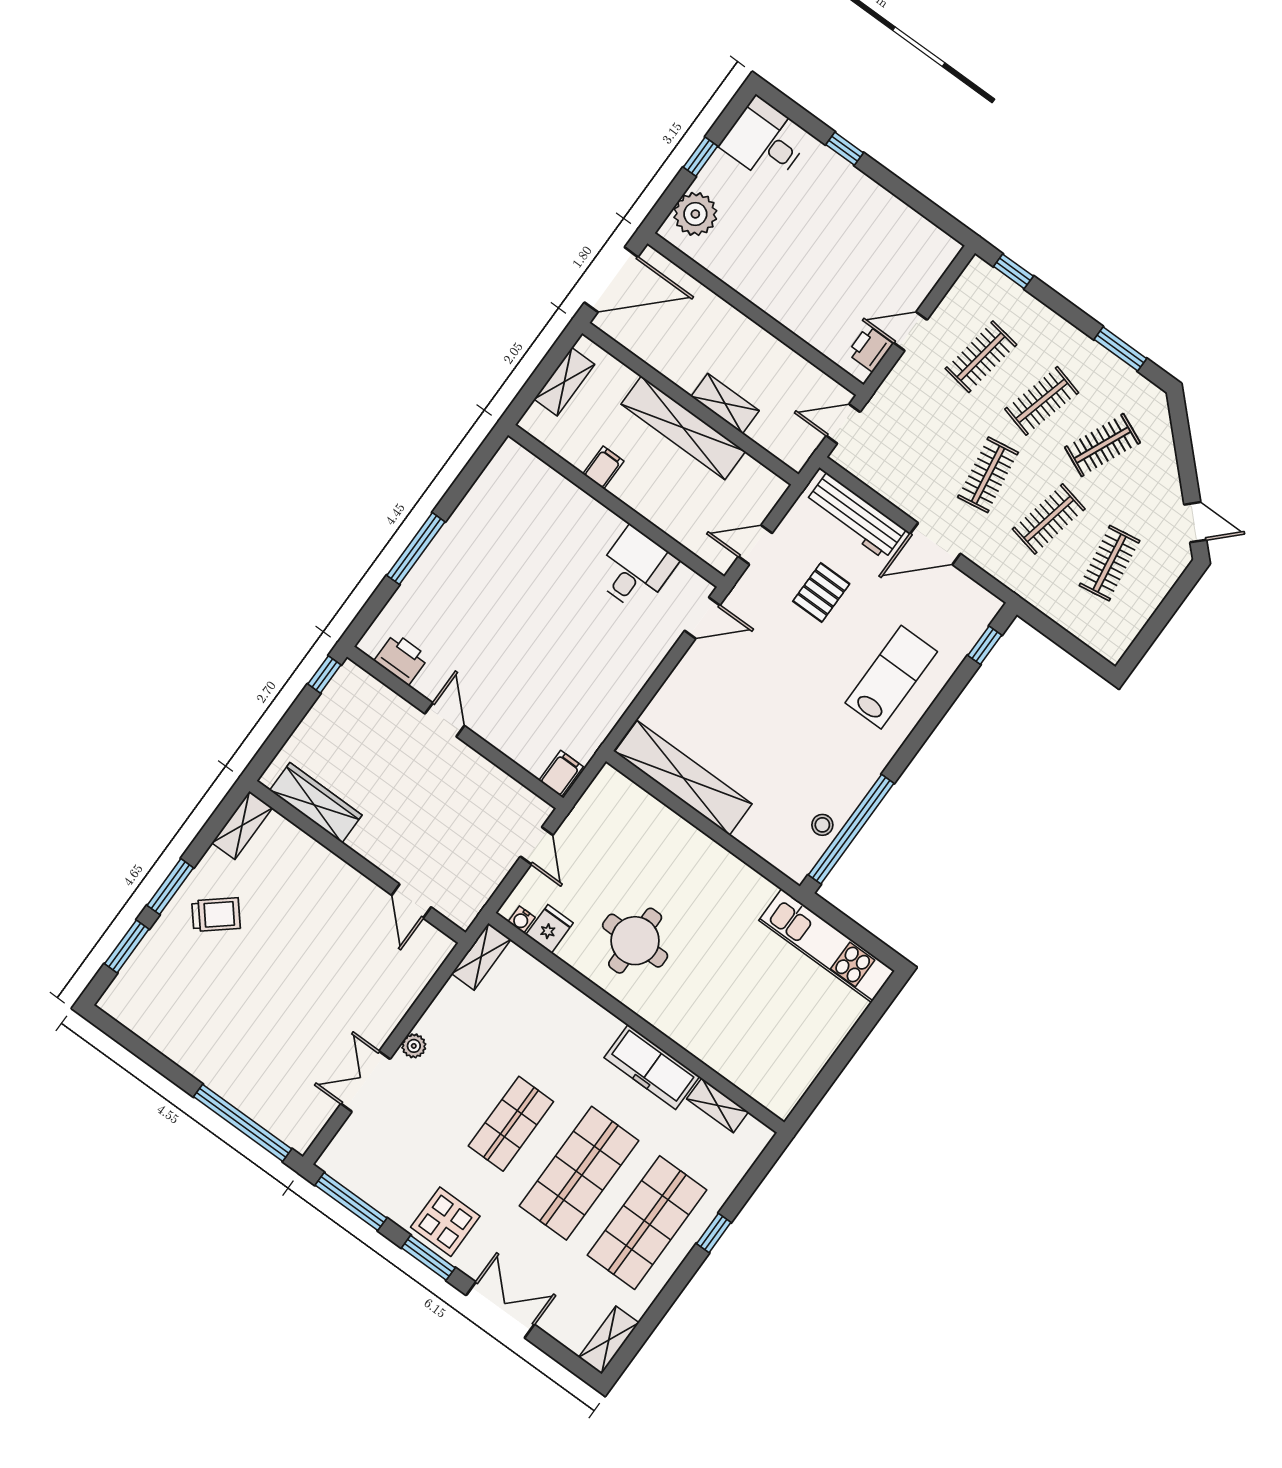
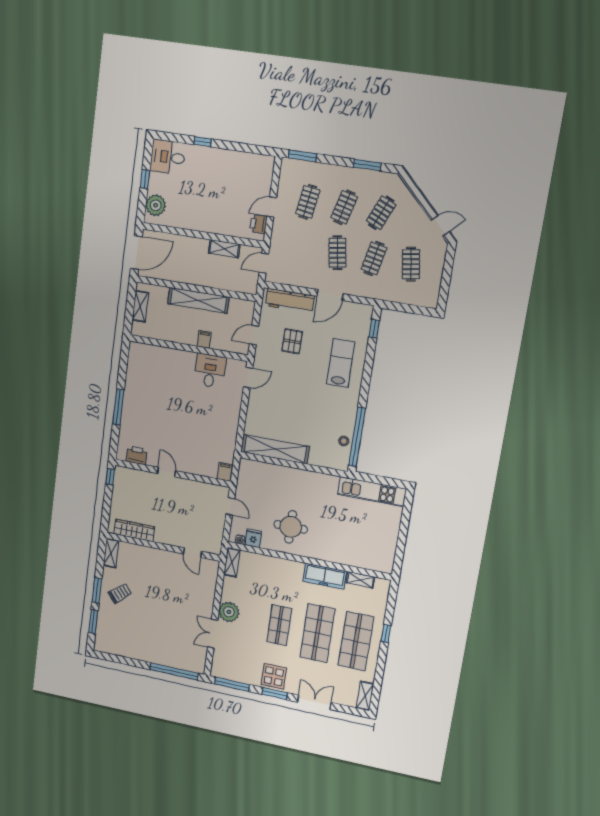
window: (1013, 271) -> (302, 156), width x1.50
shelving: (725, 404) -> (224, 249), moved
filing cabinet: (603, 467) -> (204, 339), moved
plant: (414, 1046) -> (229, 612), width x1.88, depth x1.88

